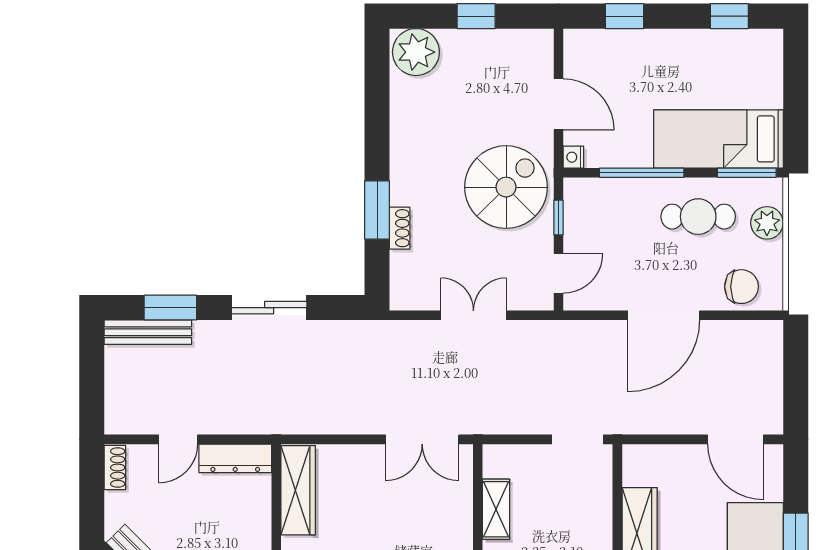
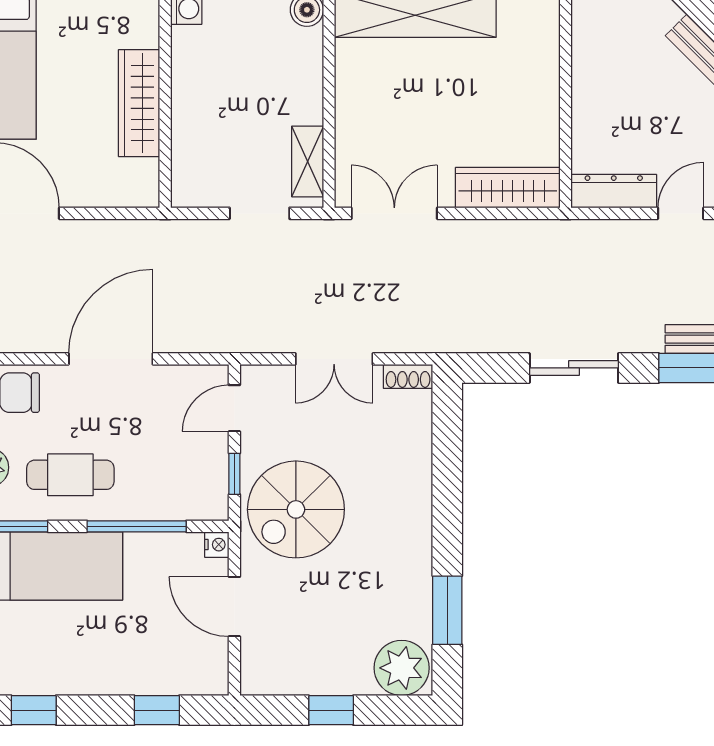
window: (377, 210) -> (447, 610), moved
shoe rack: (400, 228) -> (408, 376), moved, turned -90
doorway: (577, 439) -> (260, 213), moved
wardrobe: (298, 490) -> (508, 188), moved, turned 90
shelving: (496, 509) -> (308, 161), moved

